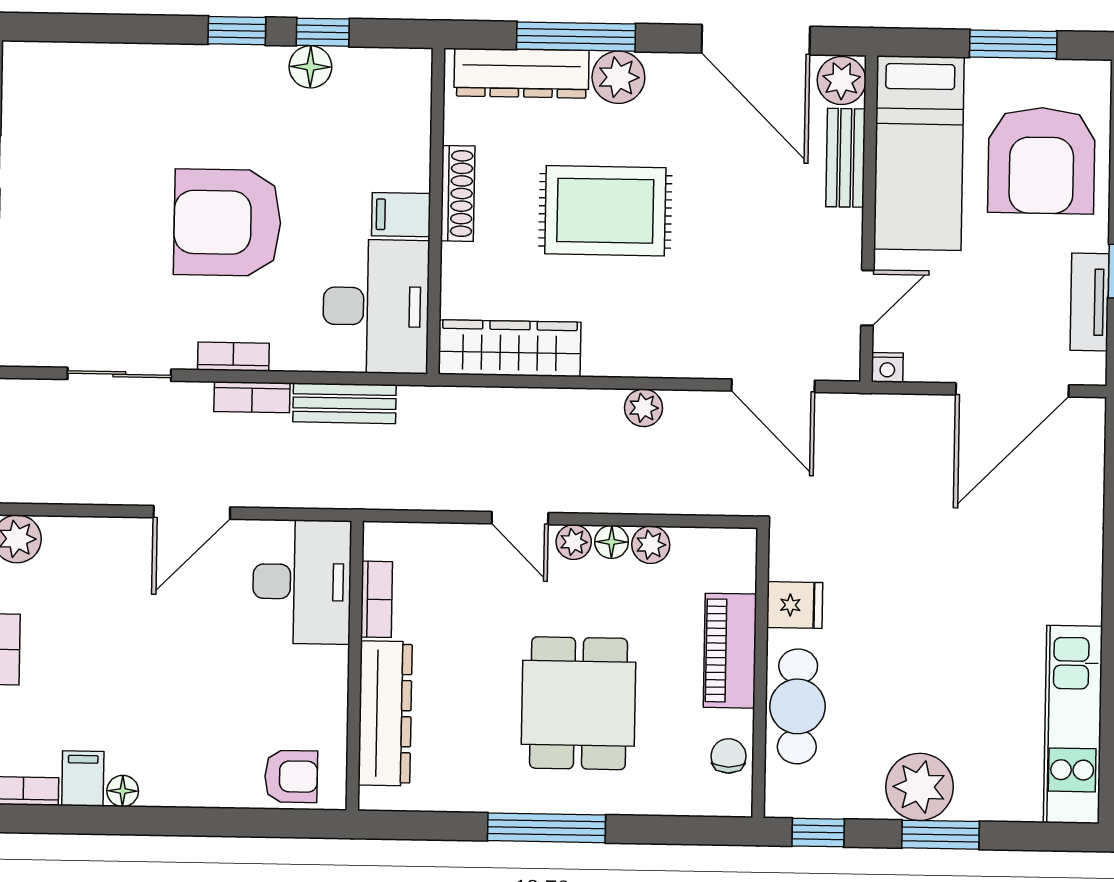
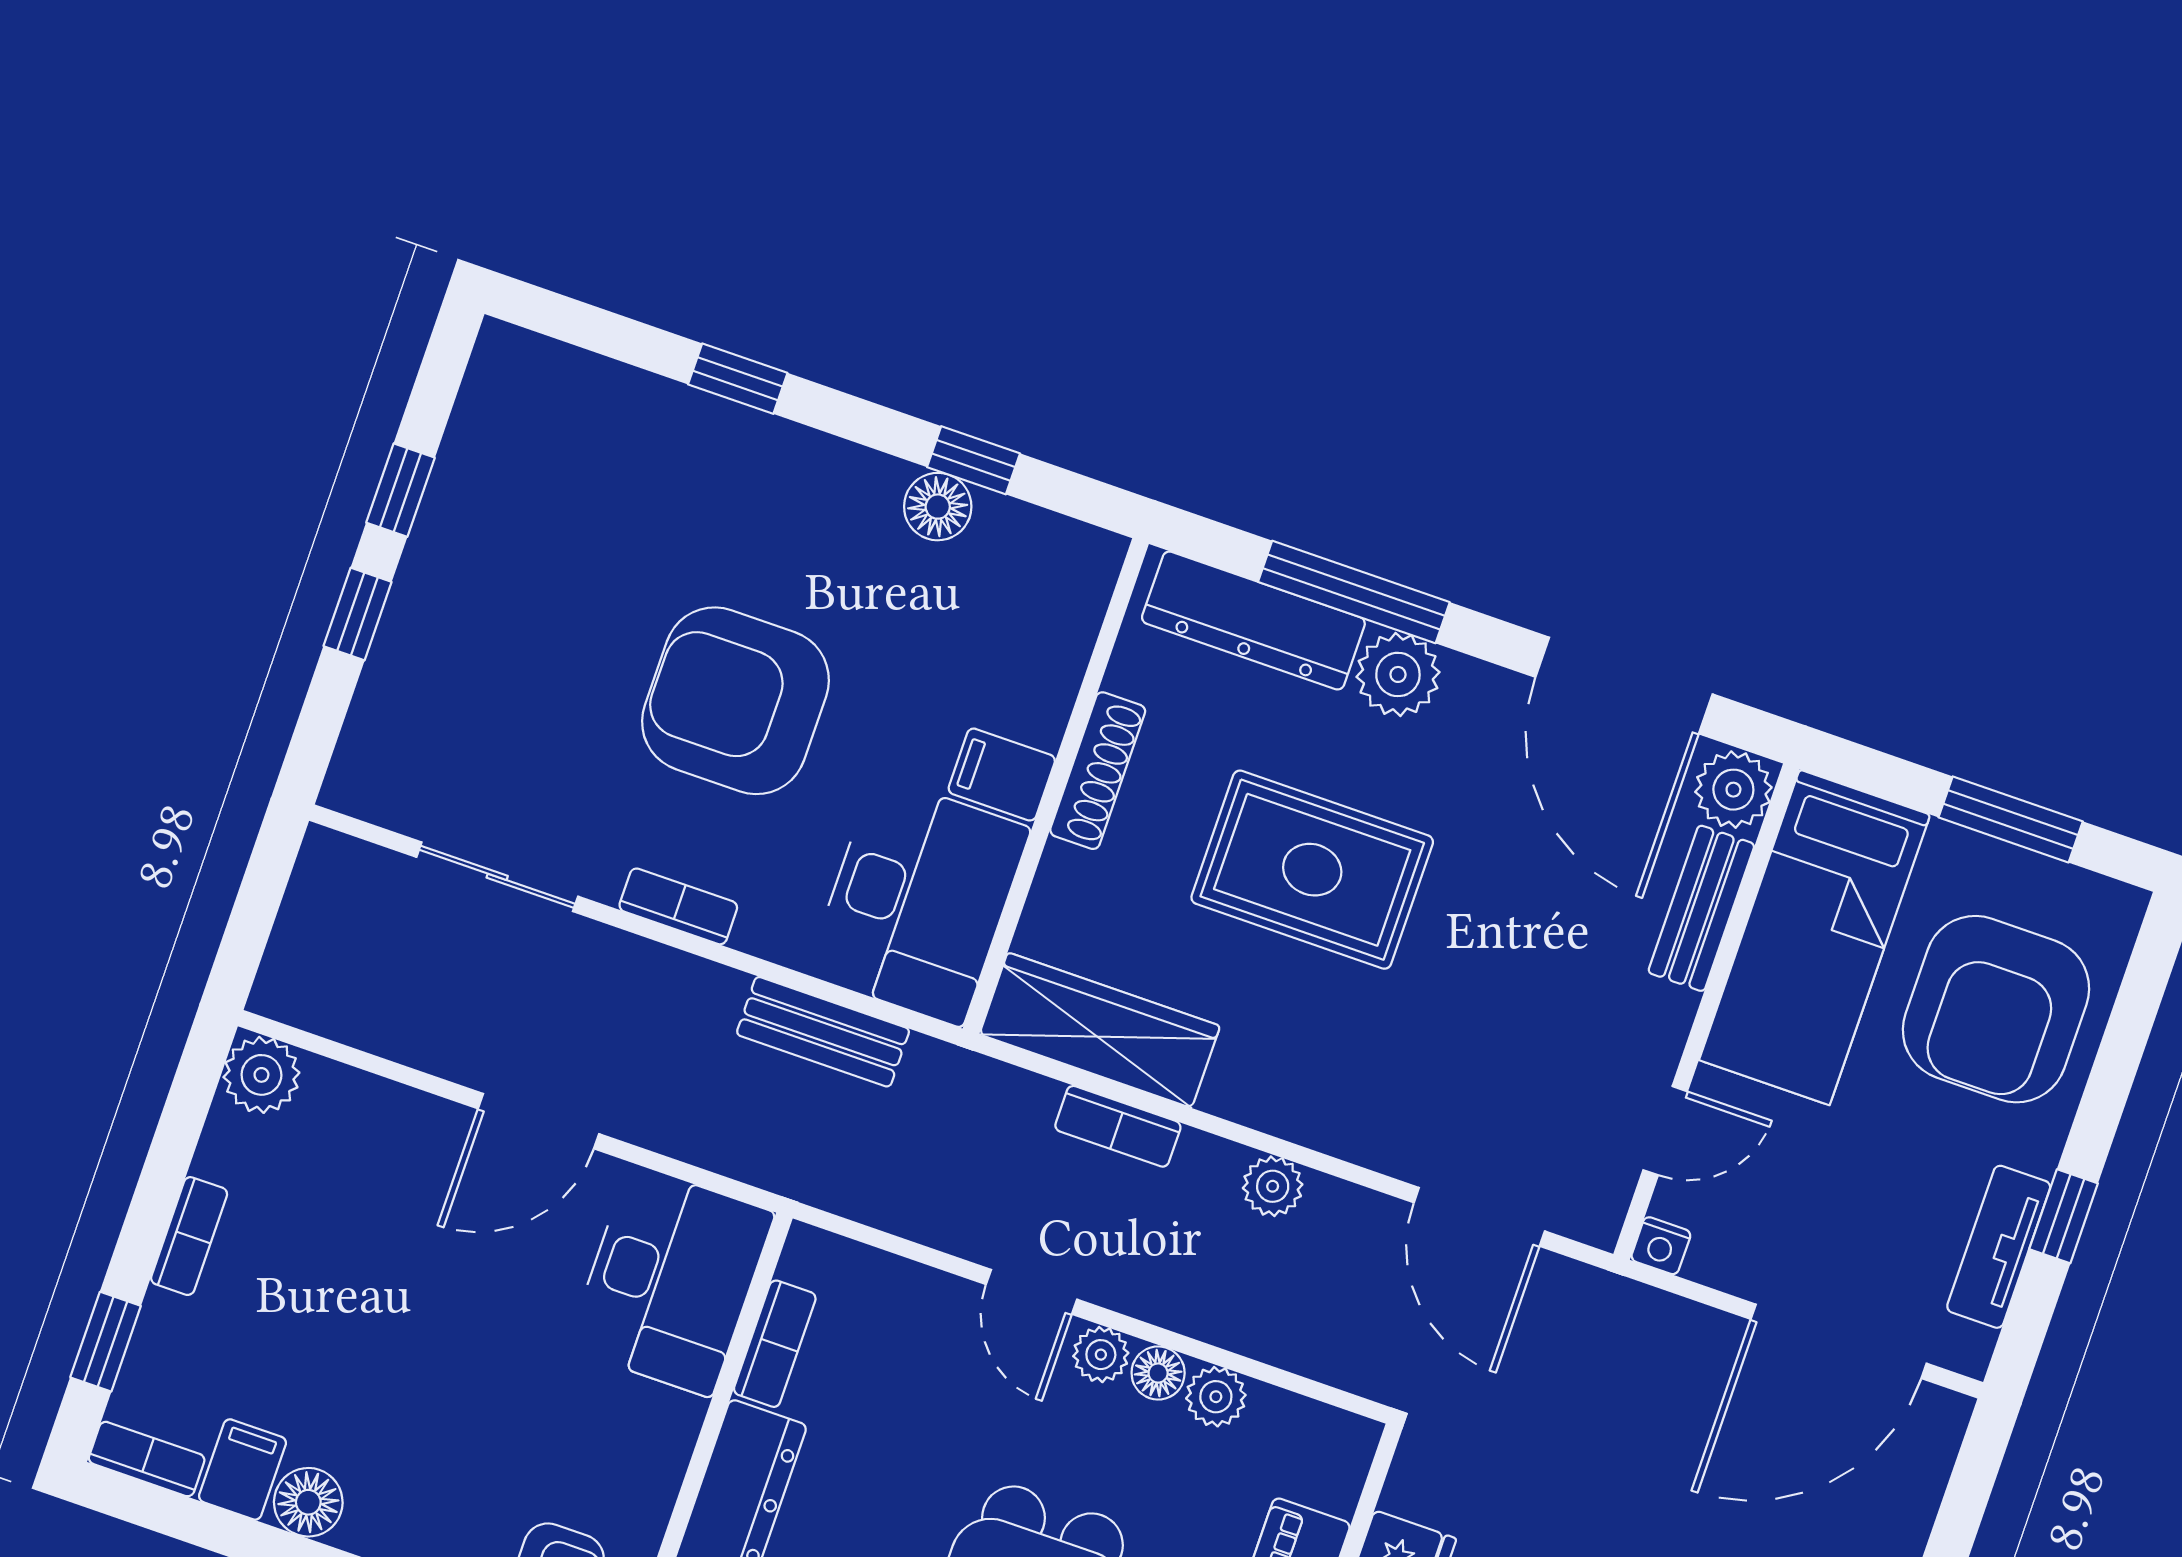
window: (237, 31) -> (738, 379), moved
bookcase: (252, 397) -> (1118, 1126), moved
floor lamp: (123, 791) -> (308, 1502), width x1.37, depth x1.37

